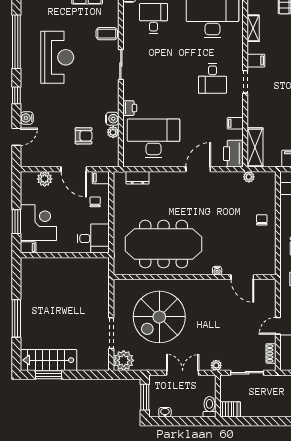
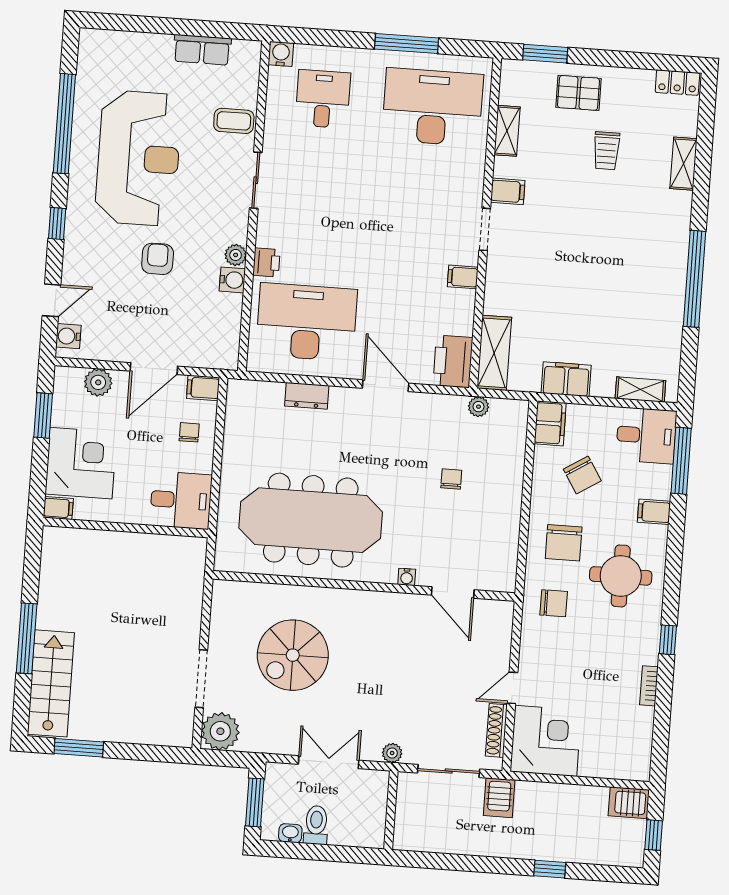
reception desk: (57, 57) -> (138, 158), width x1.36, depth x1.30
desk: (212, 78) -> (424, 219), removed
water cooler: (27, 118) -> (68, 336), moved
filing cabinet: (235, 123) -> (463, 277), moved
plant: (113, 132) -> (236, 255), moved
armchair: (84, 136) -> (158, 259), moved, turned -90
door: (74, 169) -> (154, 369), hinge flipped
door: (198, 169) -> (386, 386), hinge flipped
dresser: (138, 178) -> (307, 396), moved
chair: (262, 220) -> (451, 479), moved
window: (16, 222) -> (43, 415), moved
spiral stairs: (159, 317) -> (293, 655), width x0.73, depth x0.73
shoe rack: (271, 353) -> (496, 730), width x1.43
stairs: (49, 360) -> (51, 683), moved, turned 90
toilet: (209, 407) -> (316, 825), moved
server rack: (230, 409) -> (499, 798), moved, turned 90

